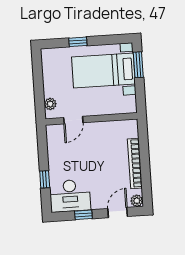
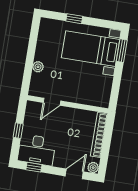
wall: (91, 119) -> (68, 104), moved
door: (73, 120) -> (52, 102), moved
window: (83, 215) -> (34, 167), moved

